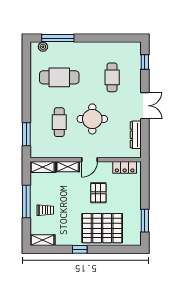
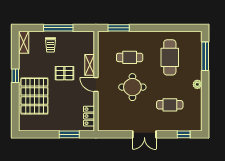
plant: (43, 47) -> (197, 84), moved
dresser: (136, 135) -> (118, 126), removed
shelving: (43, 167) -> (89, 42), removed
pallet: (98, 193) -> (64, 73), moved
window: (145, 221) -> (69, 134), moved

